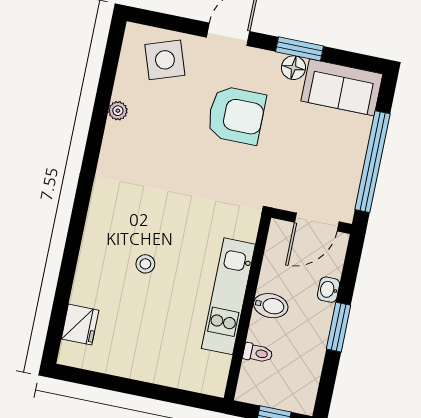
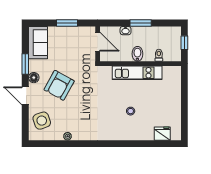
floor lamp: (293, 68) -> (34, 78), moved
armchair: (236, 115) -> (59, 85), turned -151
window: (372, 162) -> (67, 23), width x0.47

